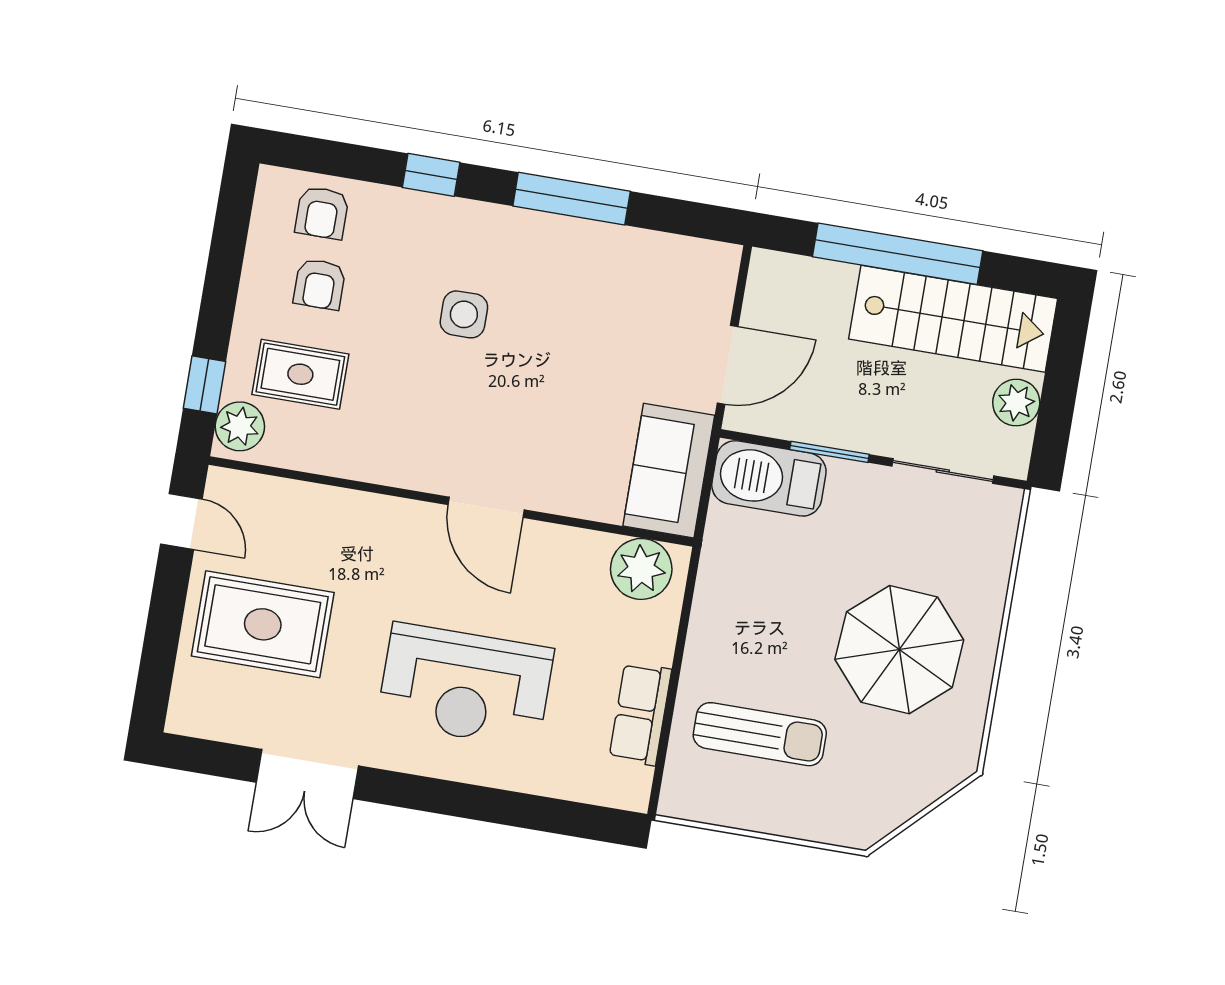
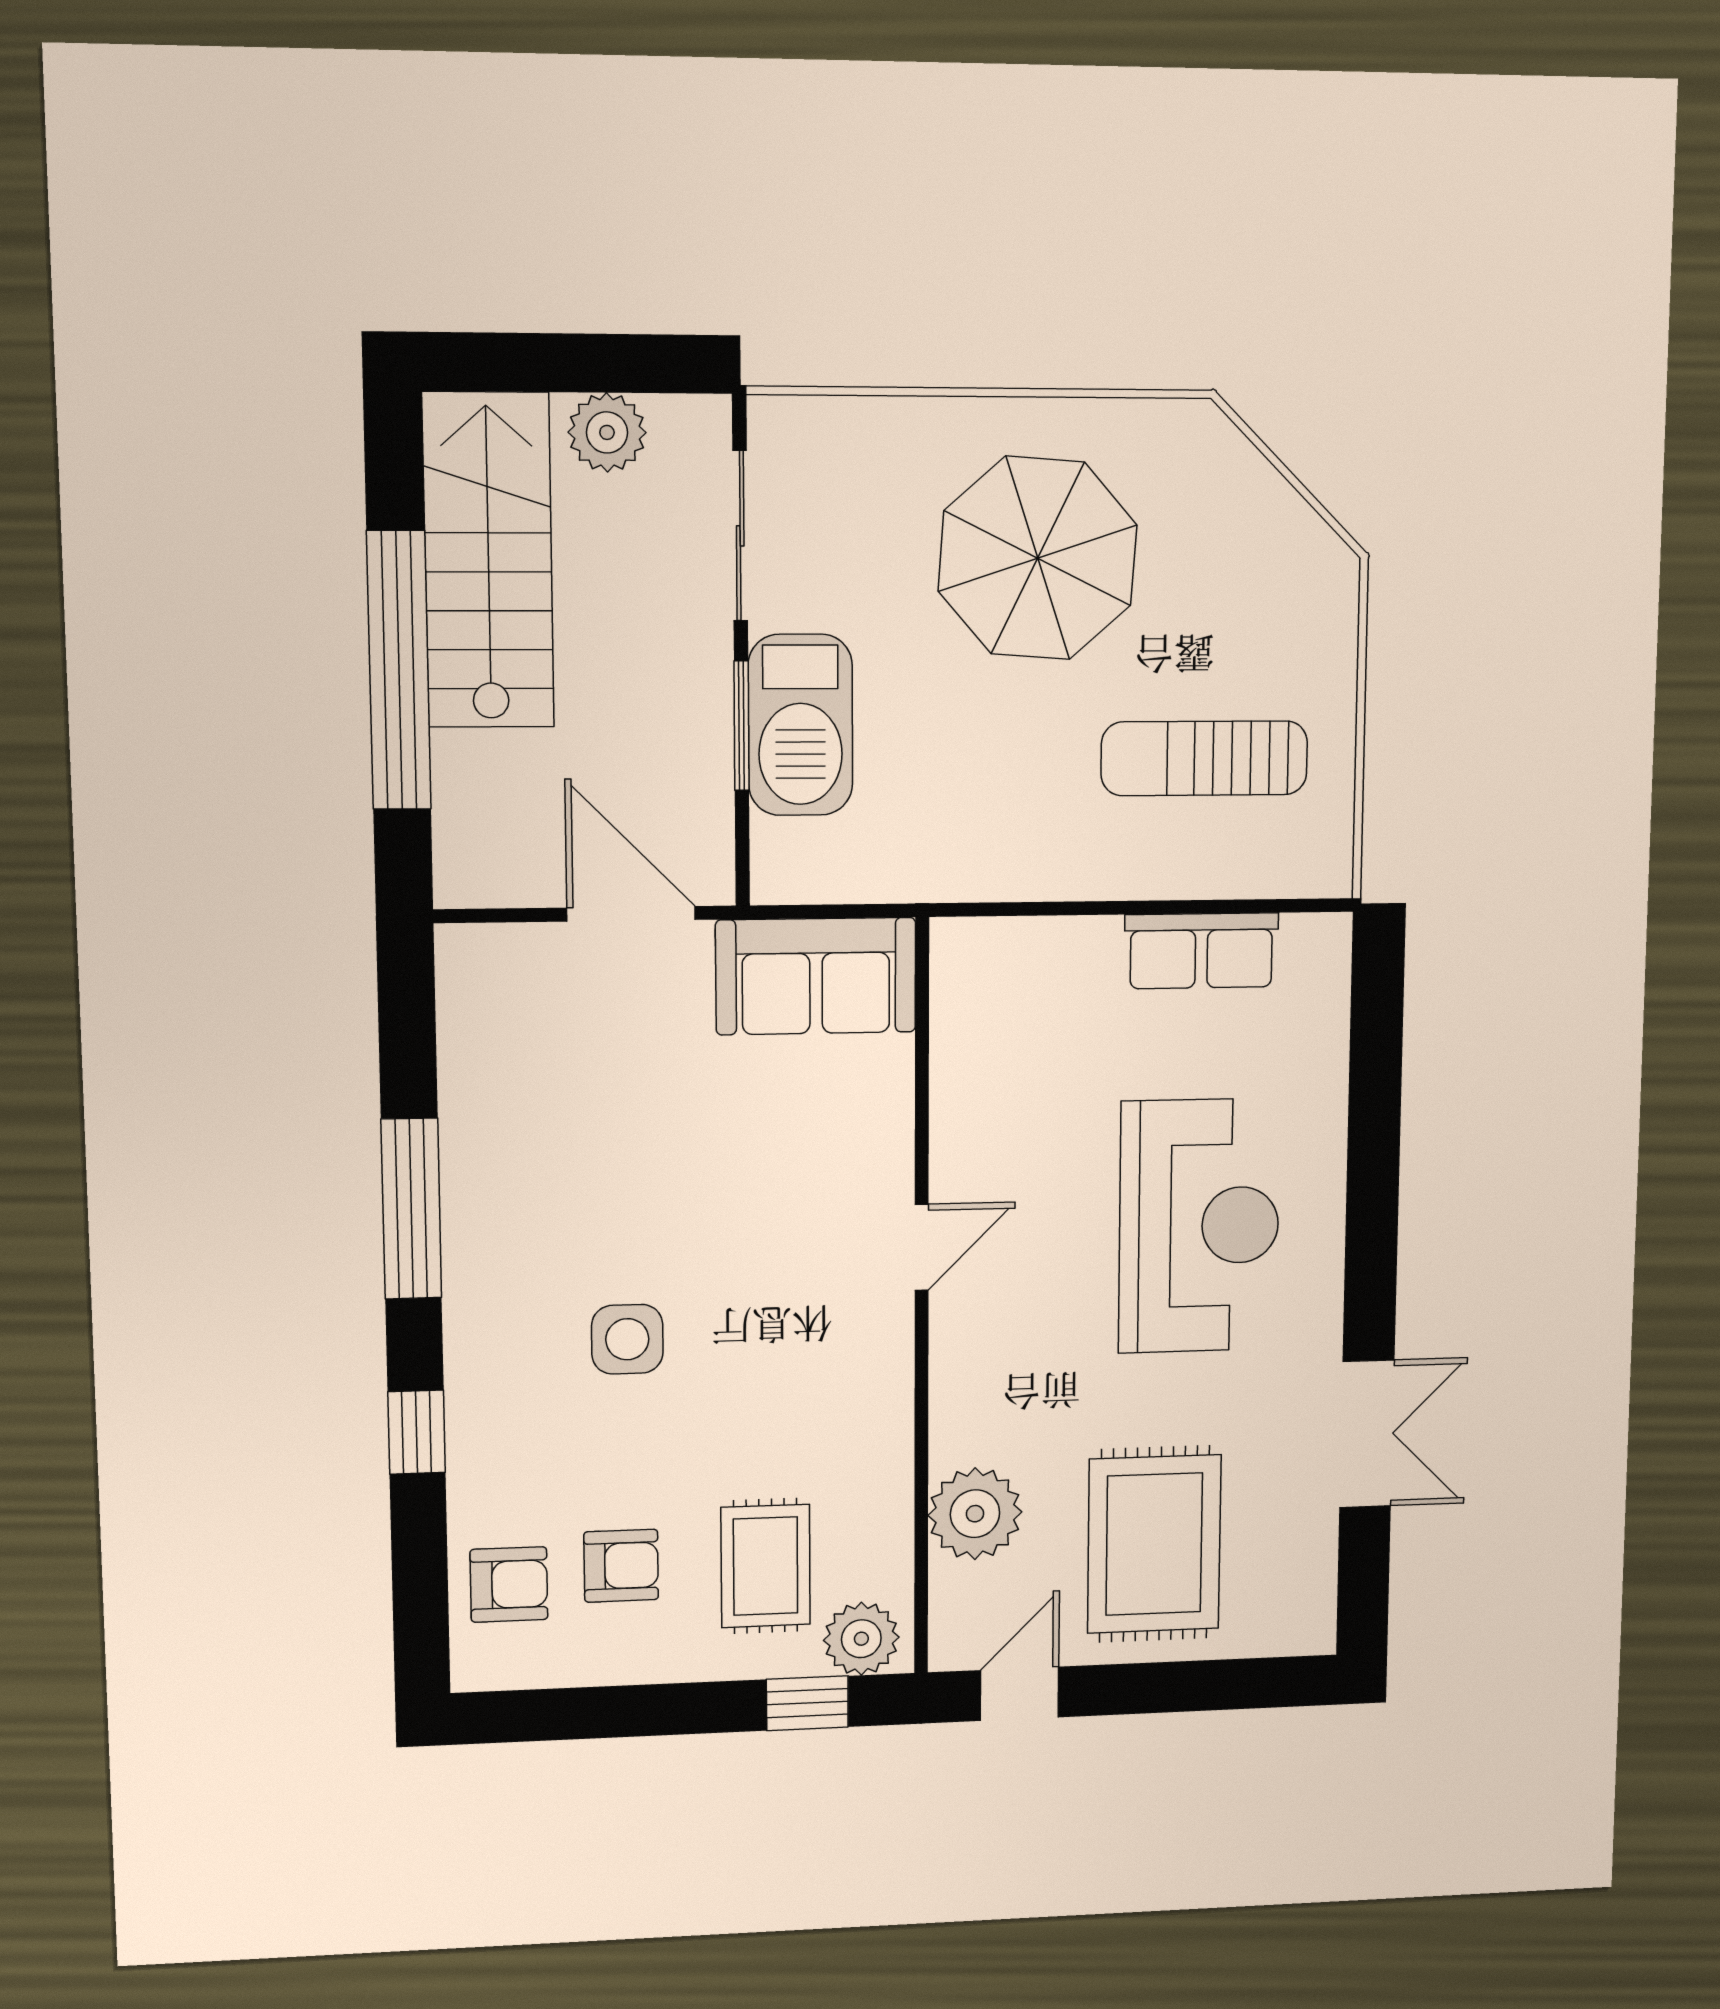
barbecue: (769, 478) -> (800, 725), moved
door: (486, 507) -> (922, 1247), width x0.73
plant: (641, 569) -> (975, 1514), moved
sun lounger: (760, 734) -> (1204, 758), turned -90

